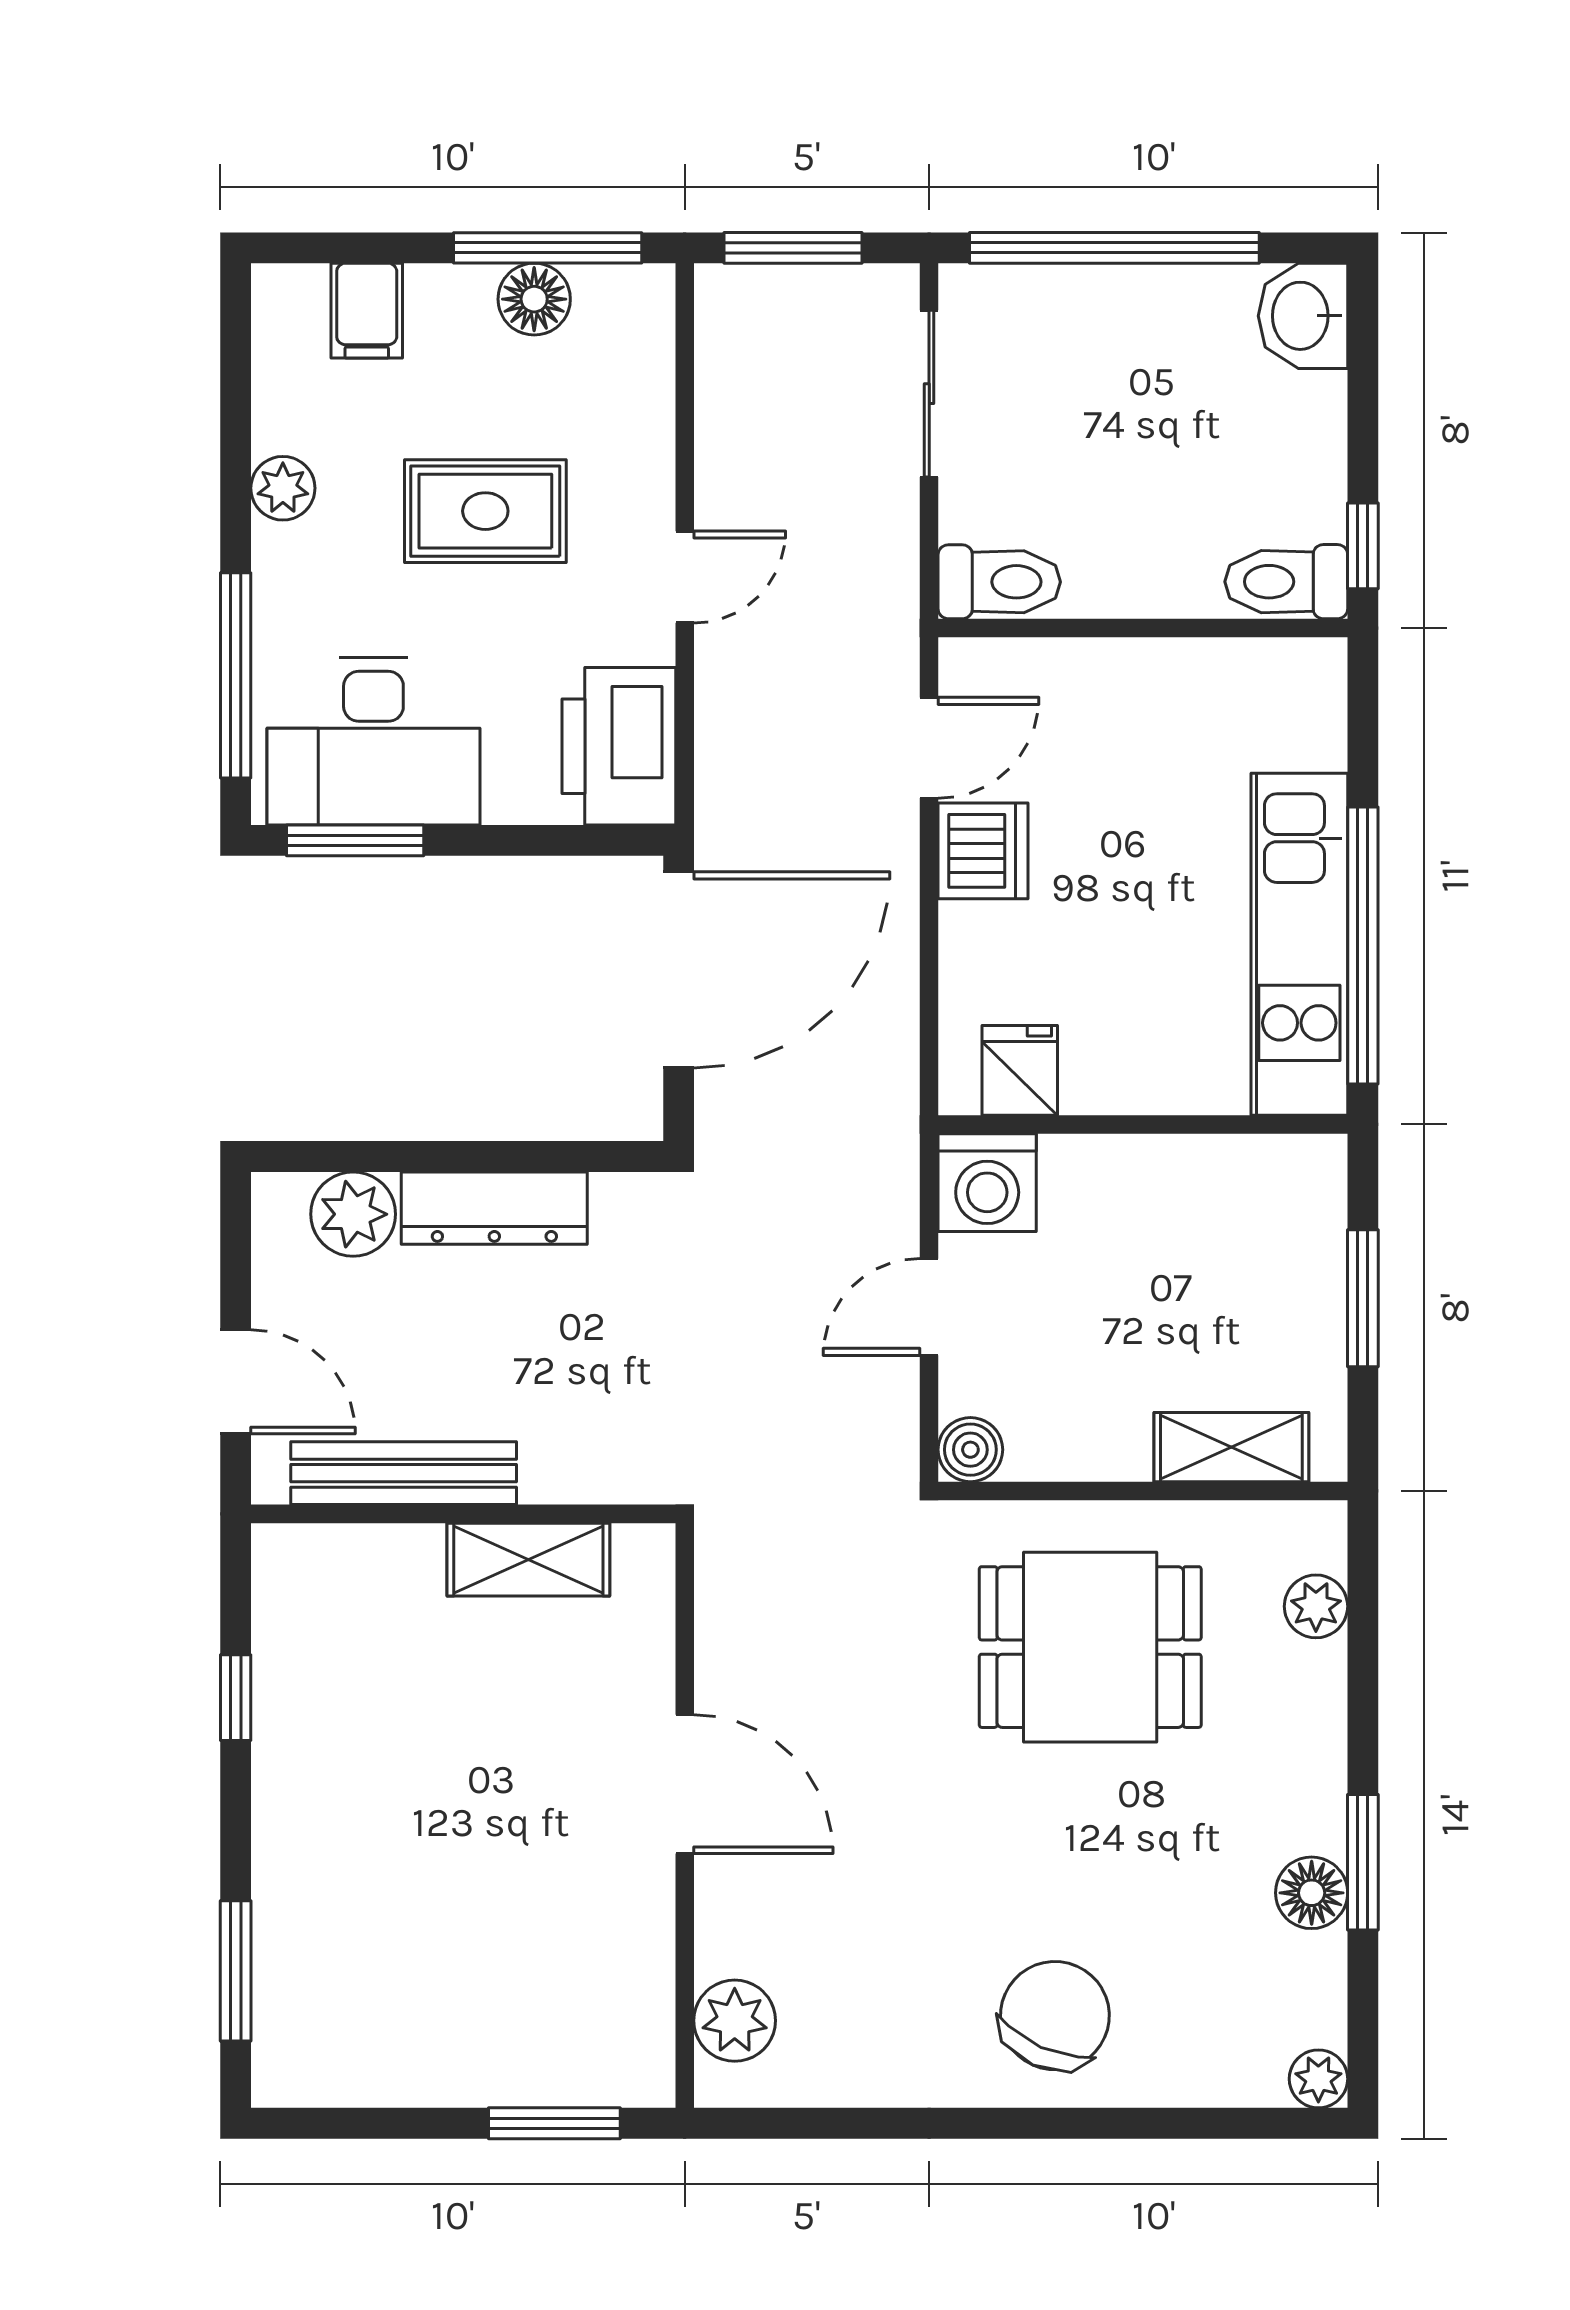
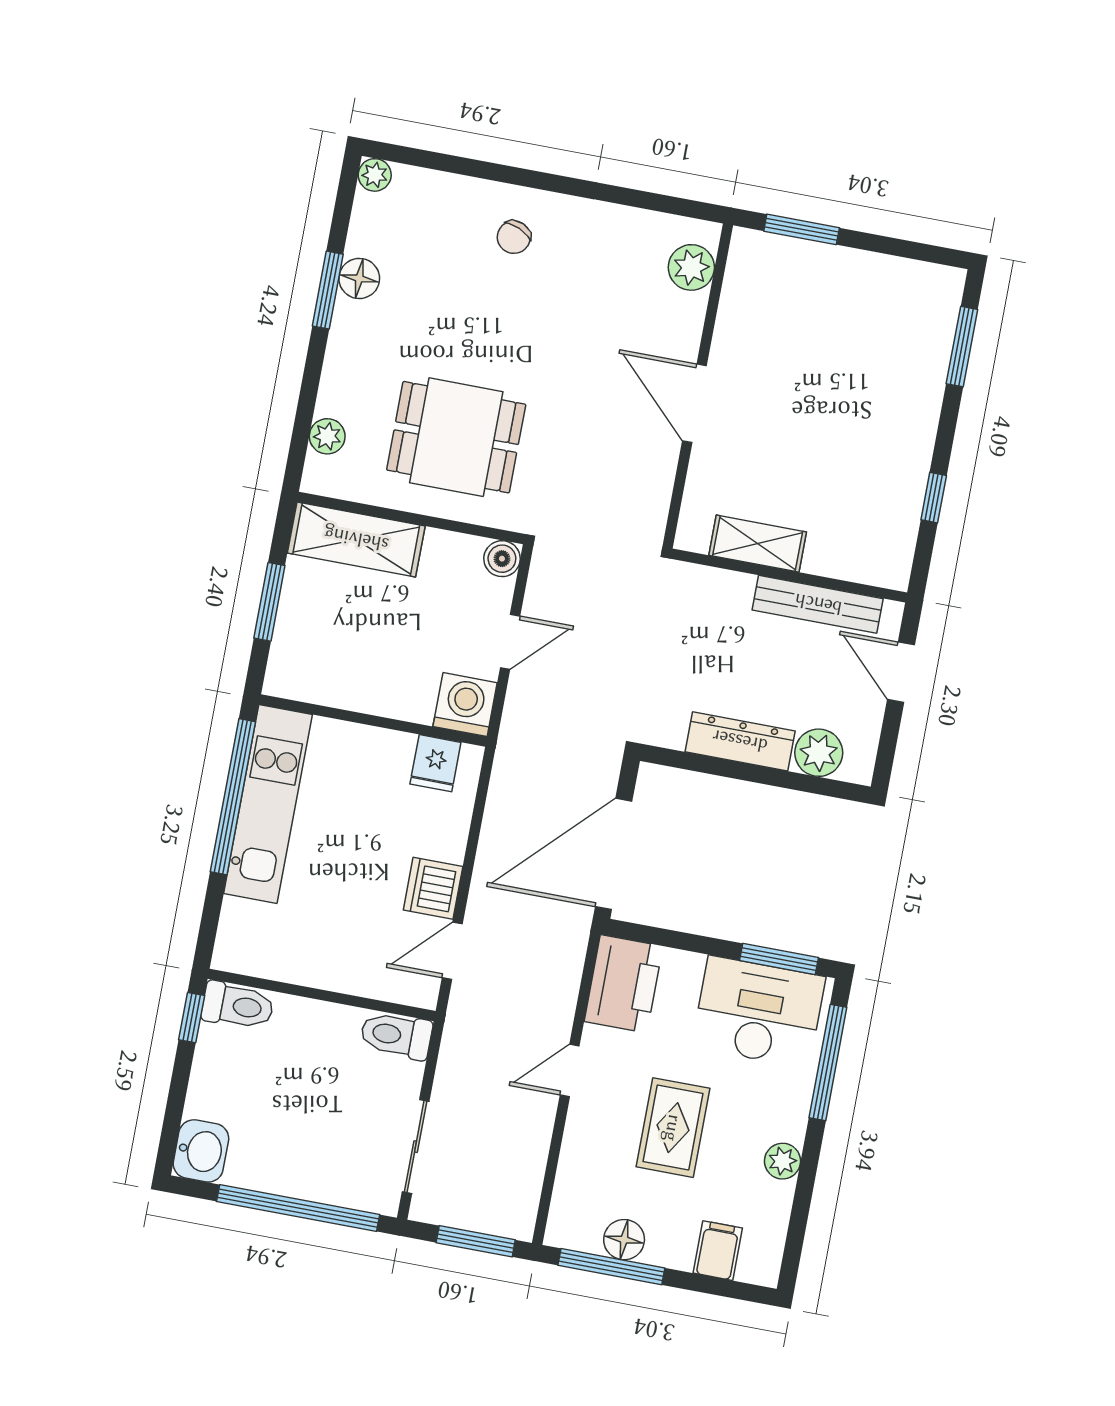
rug: (485, 511) -> (673, 1128), turned 90
shelving: (1231, 1447) -> (356, 539), width x1.50, depth x1.33
chair: (1055, 2016) -> (514, 237), width x0.54, depth x0.54

